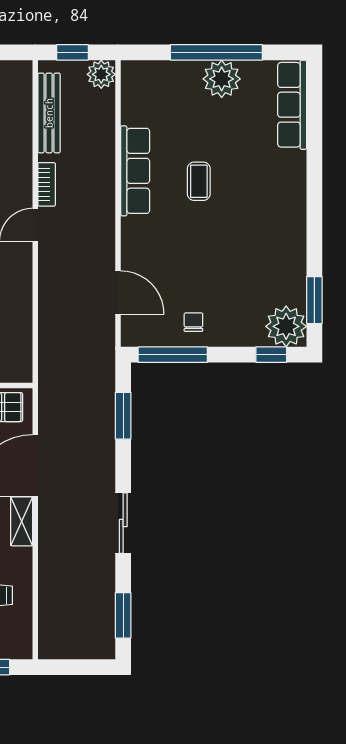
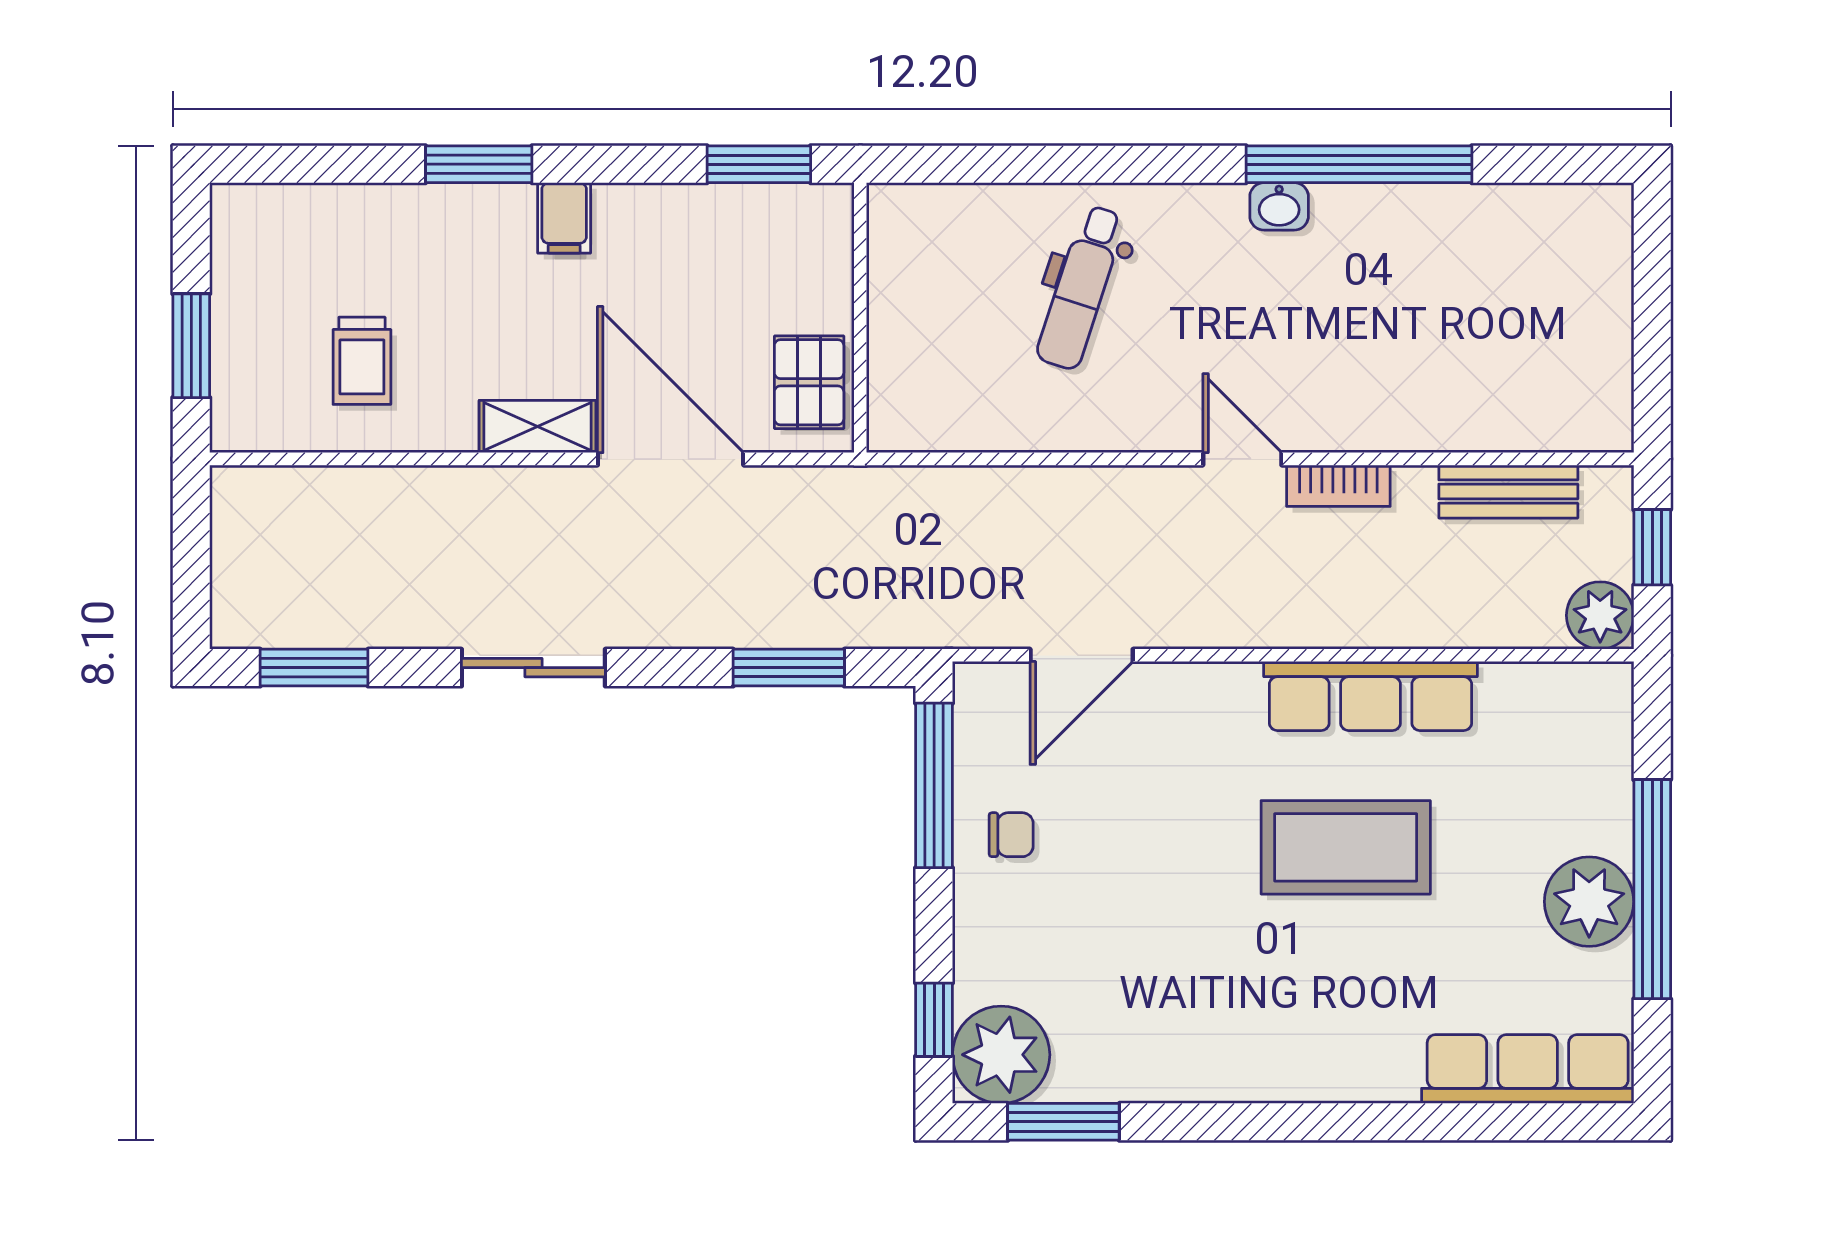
bench: (49, 113) -> (1508, 492), width x0.73
coffee table: (199, 181) -> (1346, 847), width x1.86, depth x1.72

